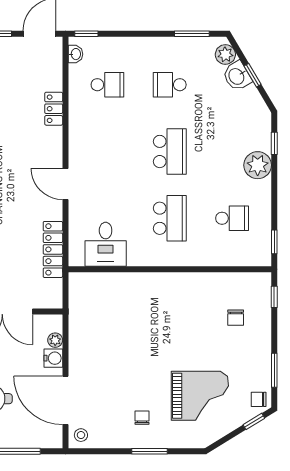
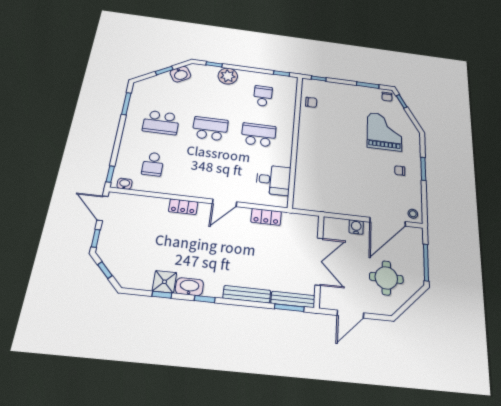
plant: (225, 54) -> (146, 85), removed
washbasin: (237, 76) -> (180, 74), moved
school desk: (107, 85) -> (153, 164), turned 180
school desk: (170, 85) -> (161, 122), width x1.85
locker: (54, 109) -> (183, 207), moved
locker: (53, 249) -> (266, 217), width x0.66
chair: (236, 318) -> (311, 102), moved
plant: (55, 340) -> (343, 224), removed

